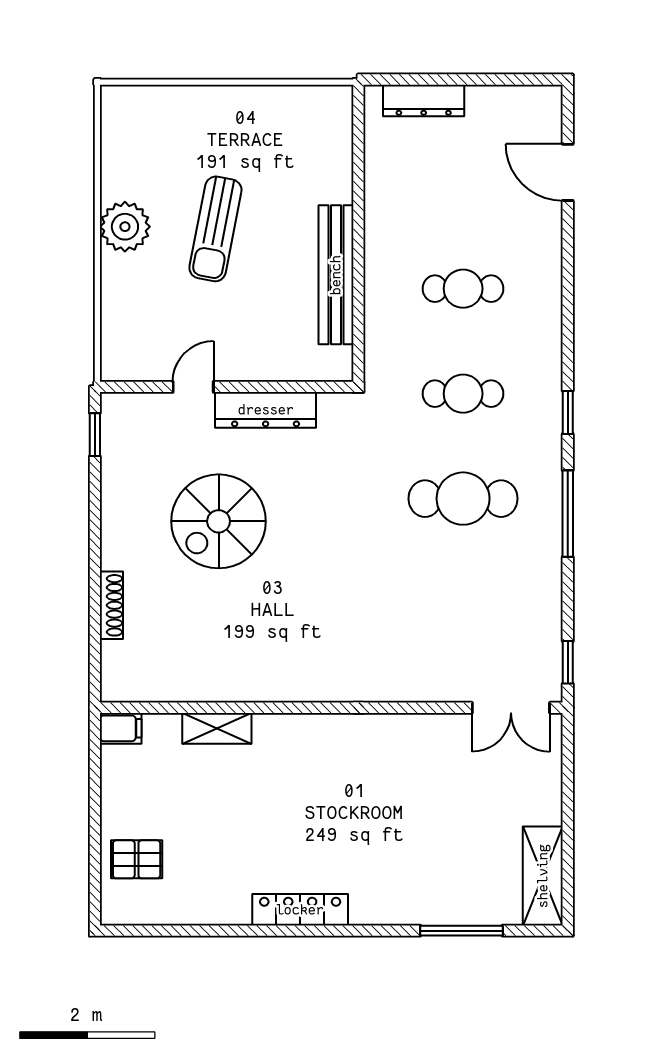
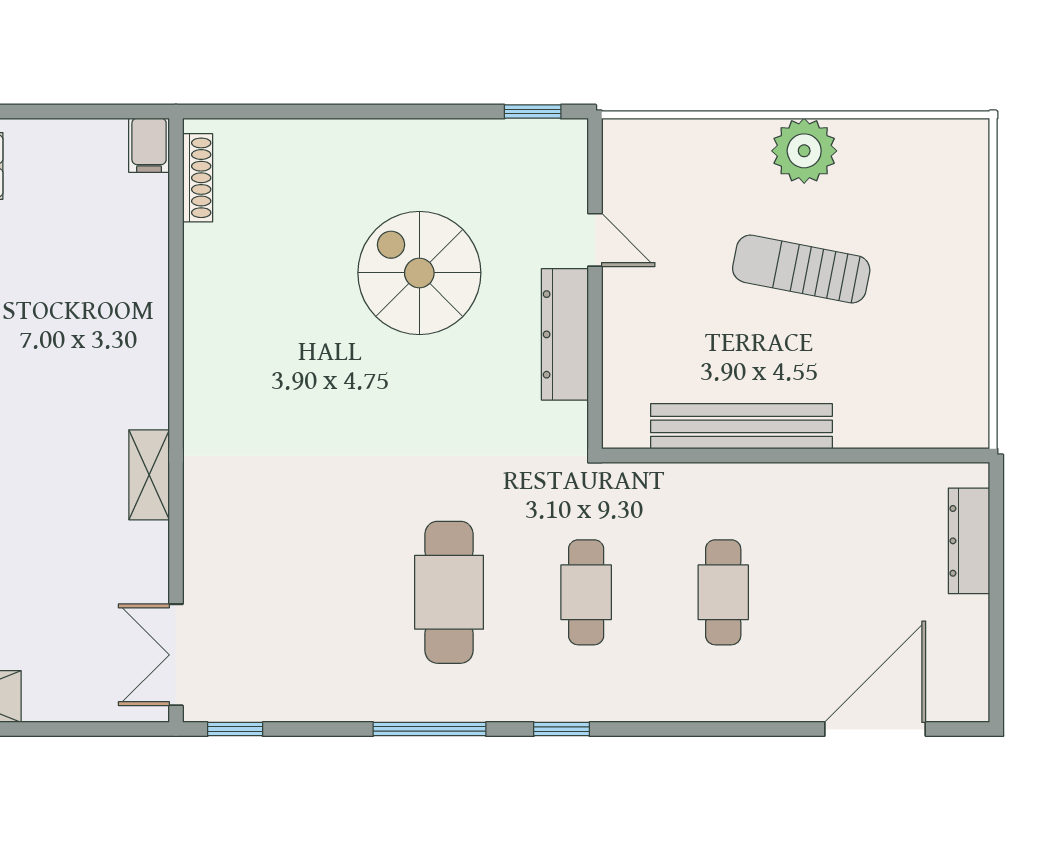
door: (568, 172) -> (875, 729), width x1.36
shoe rack: (111, 605) -> (198, 178), moved, turned -90
shelving: (217, 728) -> (149, 475), moved

